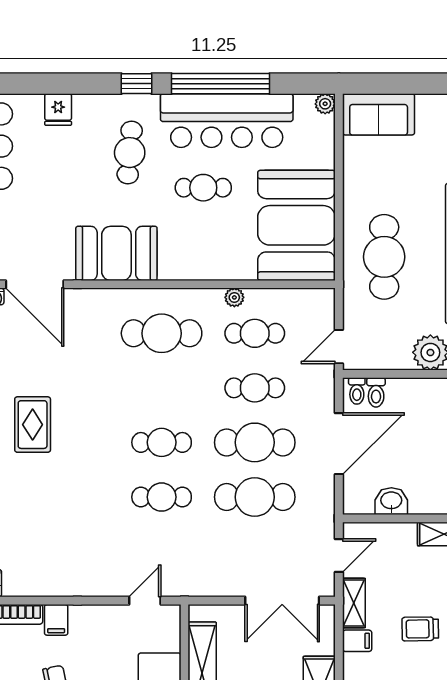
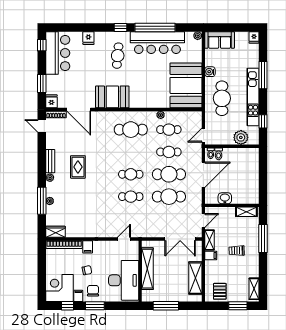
cafe table: (203, 188) -> (148, 70), removed
water cooler: (355, 192) -> (210, 72), added

